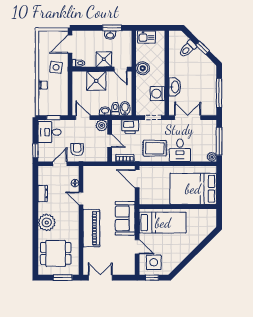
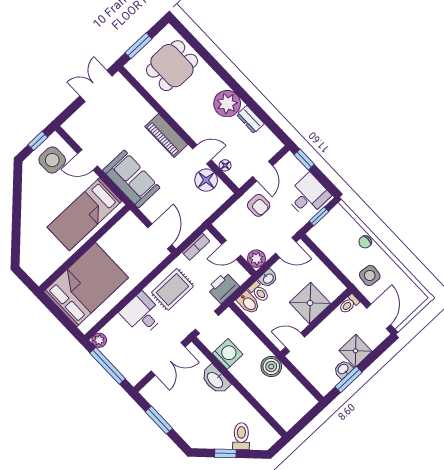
kitchen sink: (147, 37) -> (300, 406), removed
shower: (104, 59) -> (355, 351), moved
window: (219, 93) -> (159, 420), width x0.69
door: (137, 179) -> (160, 236), hinge flipped
floor lamp: (90, 185) -> (206, 180), added
plant: (47, 222) -> (227, 104), moved
piano: (91, 228) -> (166, 136), width x0.73, depth x0.75
double door: (100, 278) -> (96, 86), swing flipped

